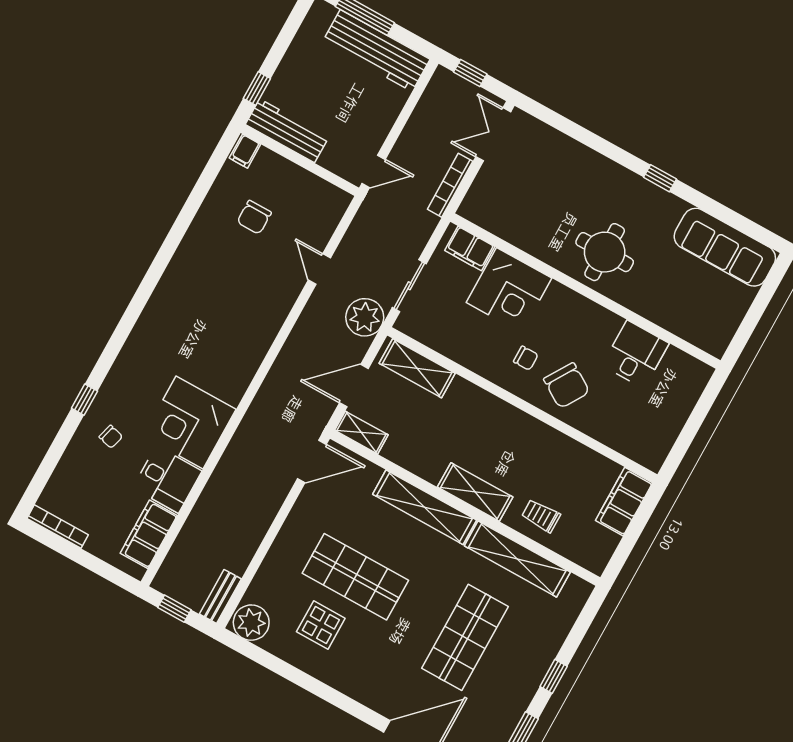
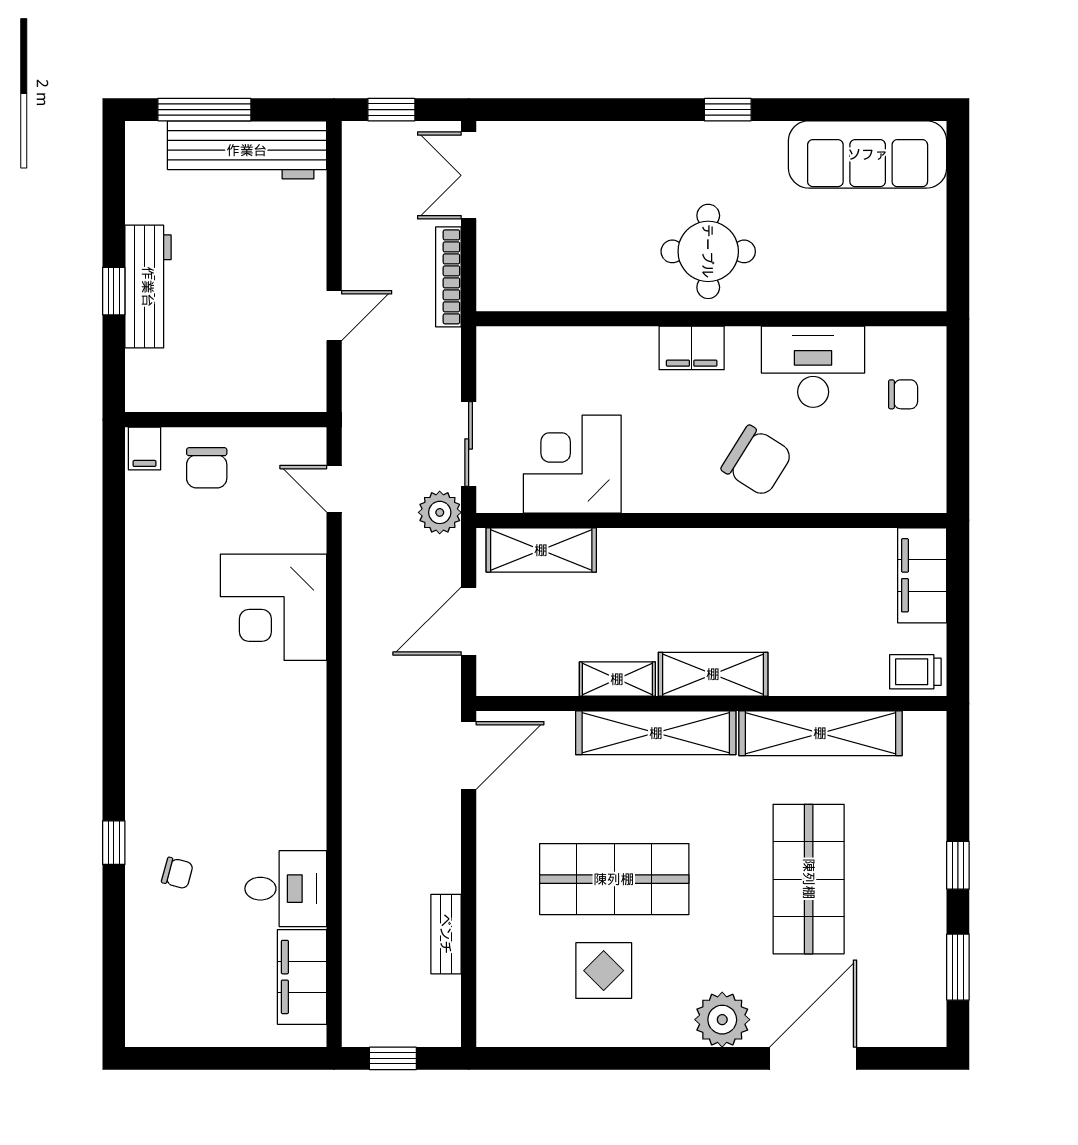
workbench: (287, 131) -> (148, 287), moved, turned 90
filing cabinet: (245, 151) -> (145, 449), moved
wall: (300, 160) -> (226, 420), moved
filing cabinet: (470, 249) -> (692, 348), moved
corner desk: (509, 290) -> (572, 464), moved, turned 180
plant: (365, 317) -> (440, 512), width x0.73, depth x0.73
desk: (636, 354) -> (813, 367), width x1.37
chair: (526, 358) -> (903, 394), moved
corner desk: (190, 422) -> (273, 607), moved
shelving: (361, 433) -> (617, 679), moved
trolley: (541, 516) -> (915, 672), moved
bookcase: (58, 527) -> (173, 1035), removed
bench: (220, 596) -> (446, 934), moved
plant: (251, 623) -> (722, 1020), moved

